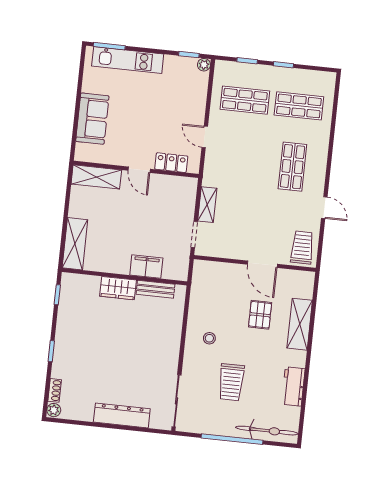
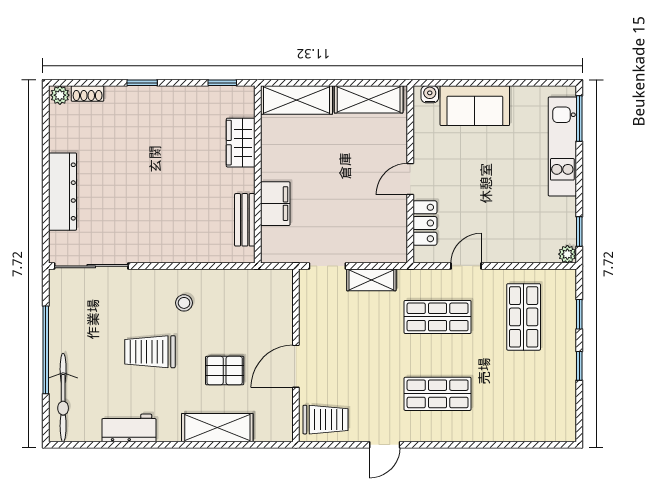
shop shelf: (299, 106) -> (438, 317), moved, turned 90
water cooler: (81, 150) -> (430, 94), added
shelving: (96, 177) -> (369, 99), moved, turned 90
wardrobe: (118, 288) -> (241, 143), moved
trolley: (231, 382) -> (150, 352), moved

